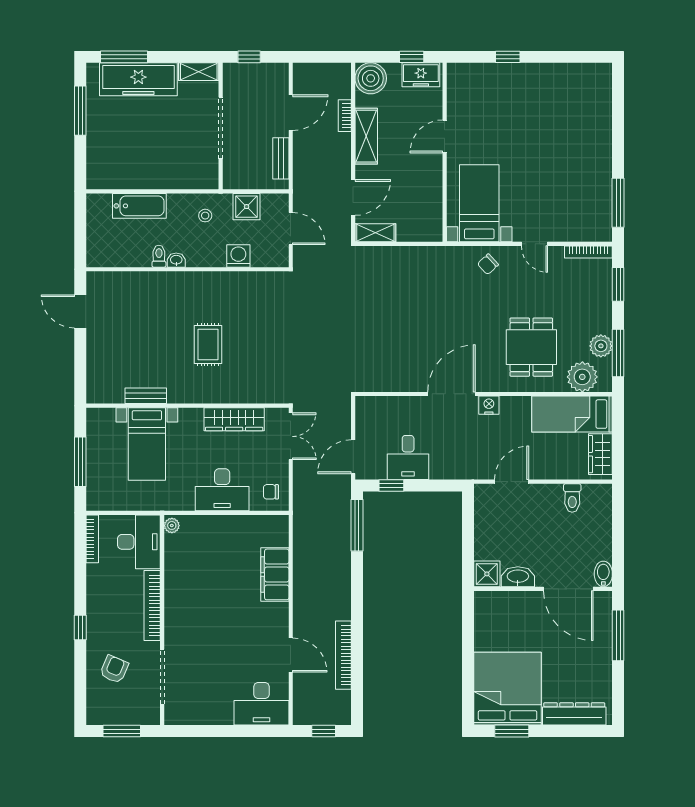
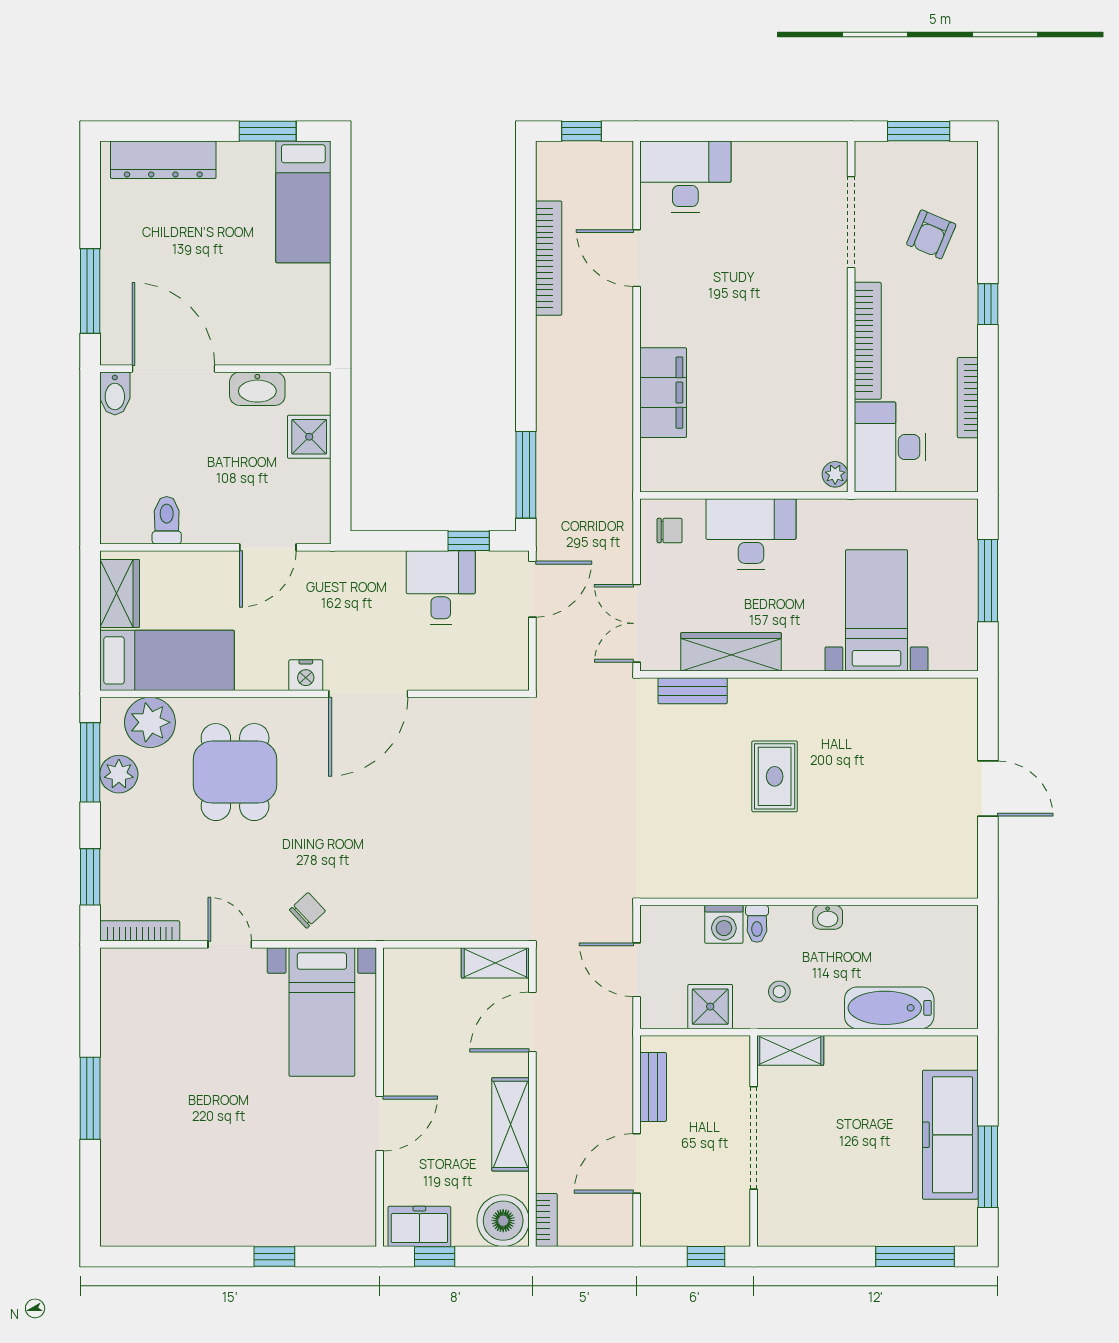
shelving: (199, 72) -> (790, 1050), moved
freezer: (138, 79) -> (950, 1135), moved, turned -90
bookcase: (345, 116) -> (546, 1220), moved
window: (618, 203) -> (90, 1098), moved
toilet: (159, 256) -> (757, 924), moved
door: (80, 312) -> (988, 789), moved
bench: (146, 396) -> (693, 691), moved
bookcase: (92, 539) -> (968, 398), moved
shower: (487, 574) -> (309, 437), moved
bed: (508, 689) -> (303, 202), width x0.49

